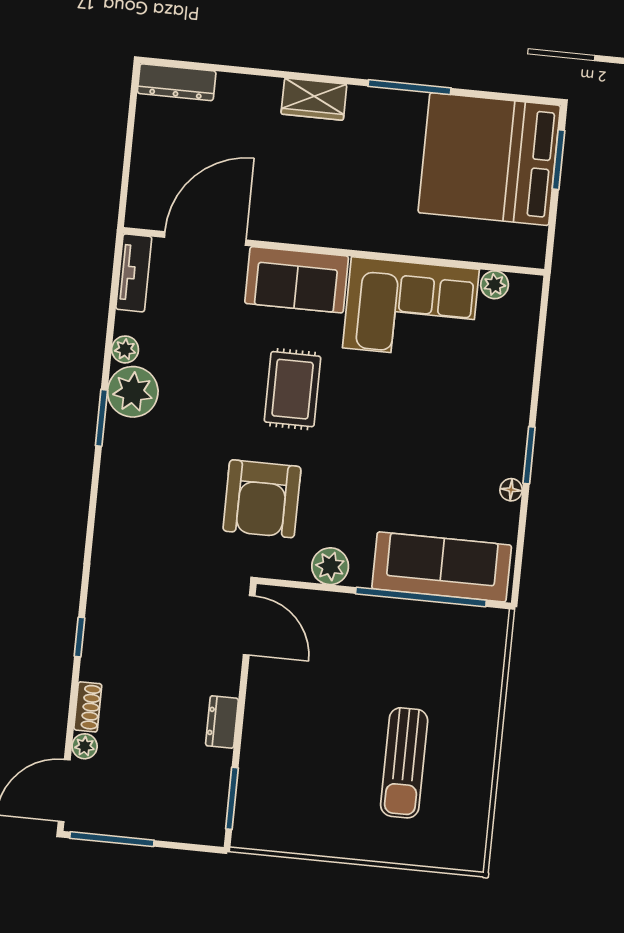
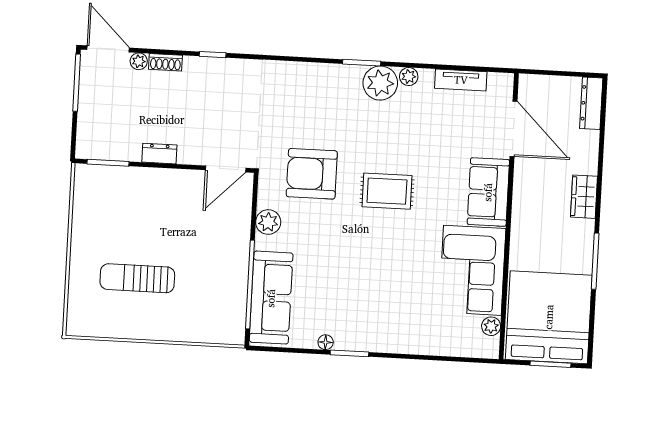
door: (205, 239) -> (513, 129), moved
wall: (334, 251) -> (509, 216), moved
sofa: (297, 280) -> (488, 192), moved
plant: (495, 285) -> (491, 326), moved
corner sofa: (411, 309) -> (472, 270), moved

